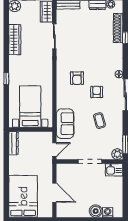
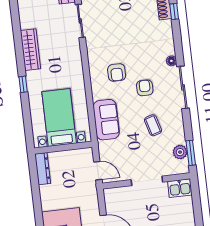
wardrobe: (15, 40) -> (30, 50), moved
sofa: (65, 124) -> (106, 120), moved
door: (54, 150) -> (98, 171), hinge flipped
plant: (117, 154) -> (180, 152), moved

